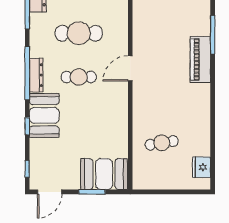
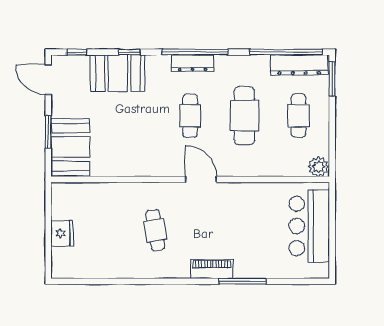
piano: (200, 60) -> (212, 269), width x0.73, depth x0.75
booth: (44, 115) -> (118, 73), moved
cafe table: (162, 143) -> (155, 230), moved
fridge: (201, 167) -> (62, 233), moved, turned 90

